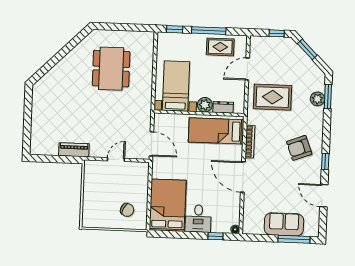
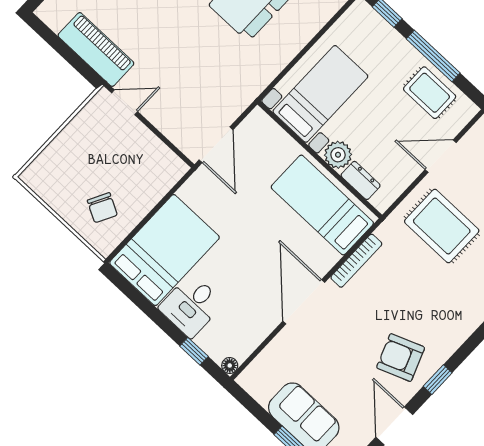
armchair: (299, 148) -> (401, 358), moved
piano: (74, 150) -> (96, 49), width x1.37, depth x1.33
door: (116, 160) -> (125, 102), moved

